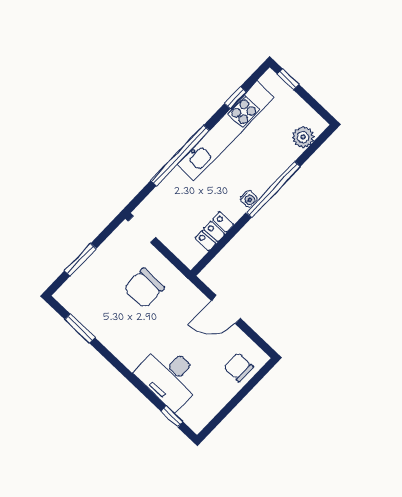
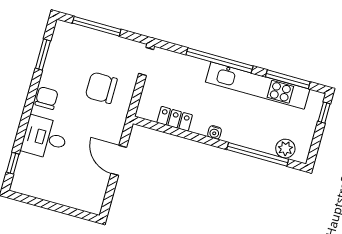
window: (235, 98) -> (288, 79), width x2.17
window: (273, 189) -> (258, 154), moved
window: (80, 260) -> (97, 26), width x1.44
chair: (238, 367) -> (47, 98), moved
desk: (170, 377) -> (45, 138), width x0.73

